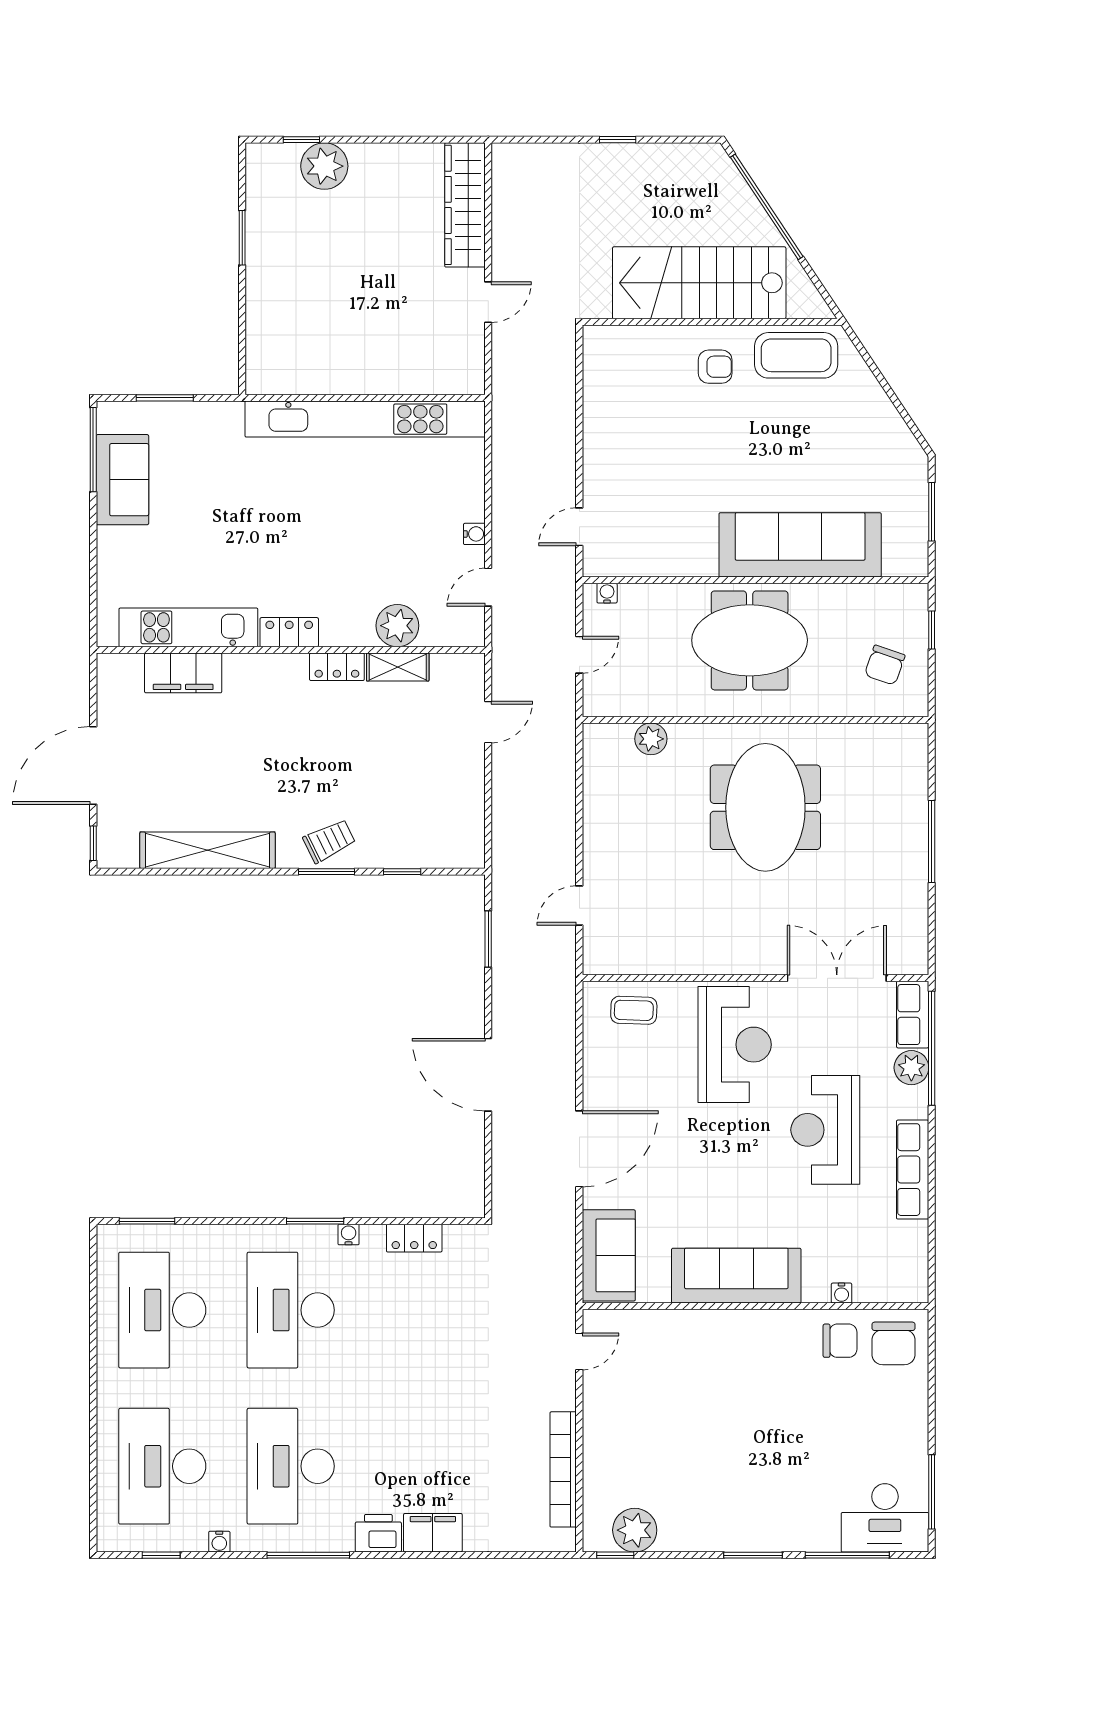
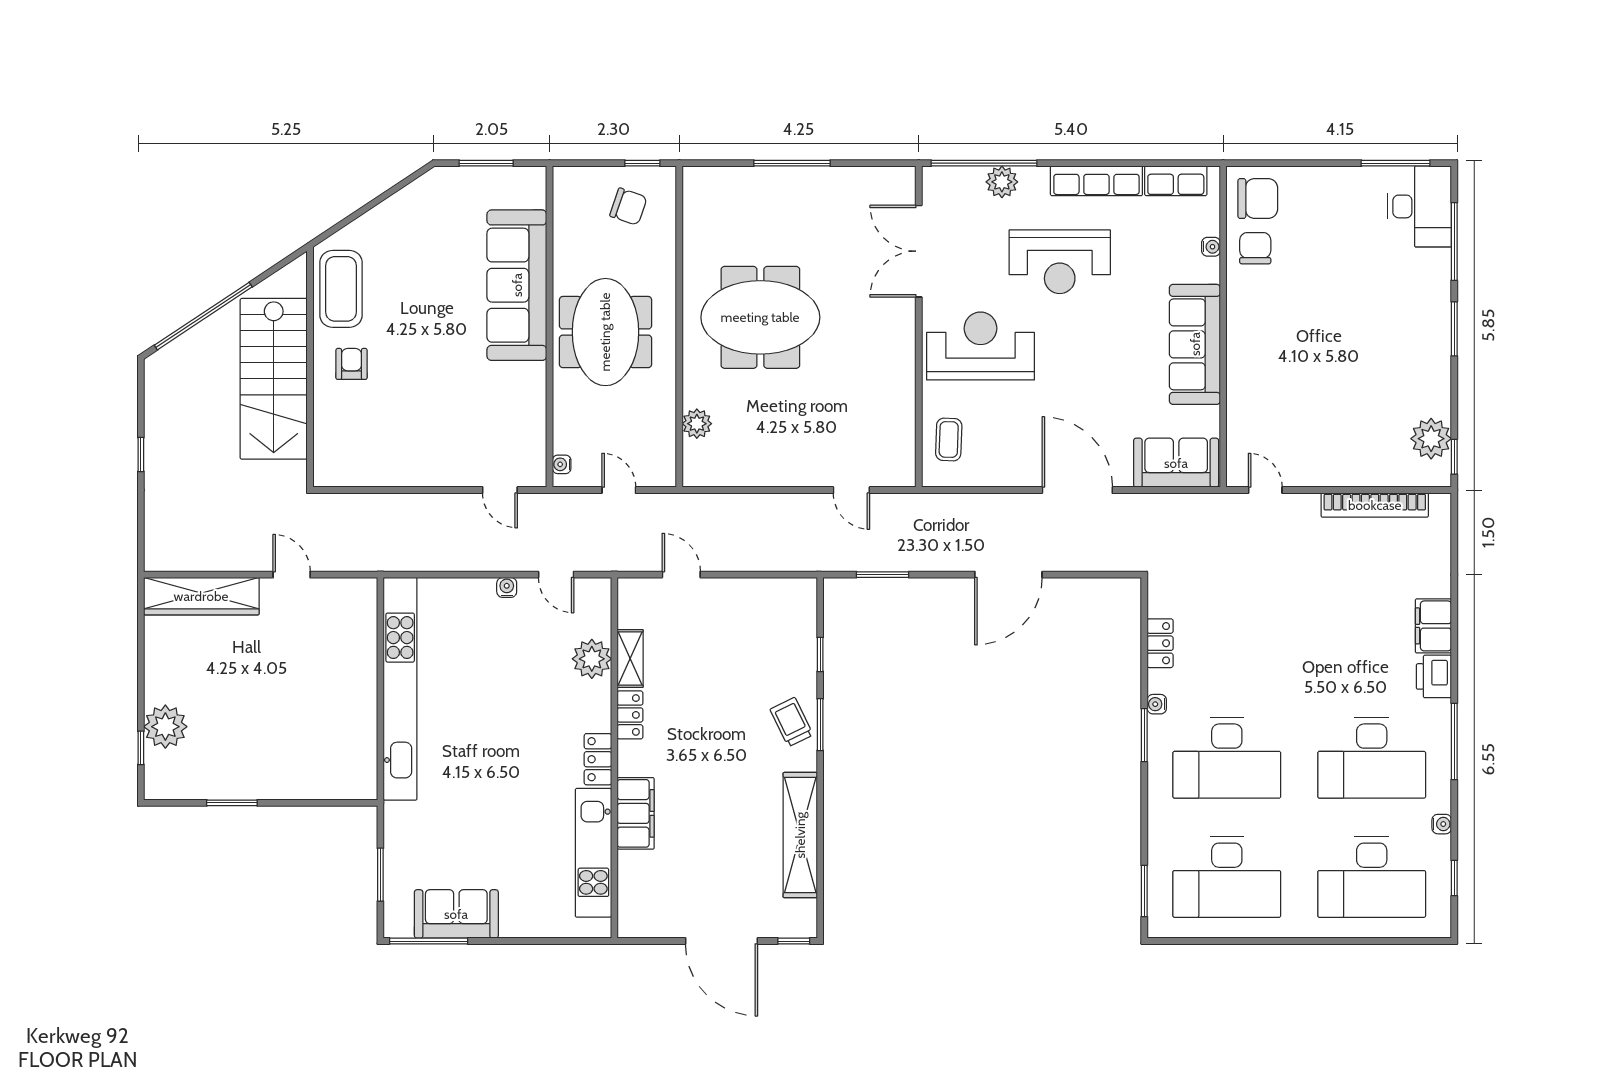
window: (932, 630) -> (642, 163), moved
filing cabinet: (183, 673) -> (636, 813), moved
row of seats: (913, 1015) -> (1176, 181), moved

